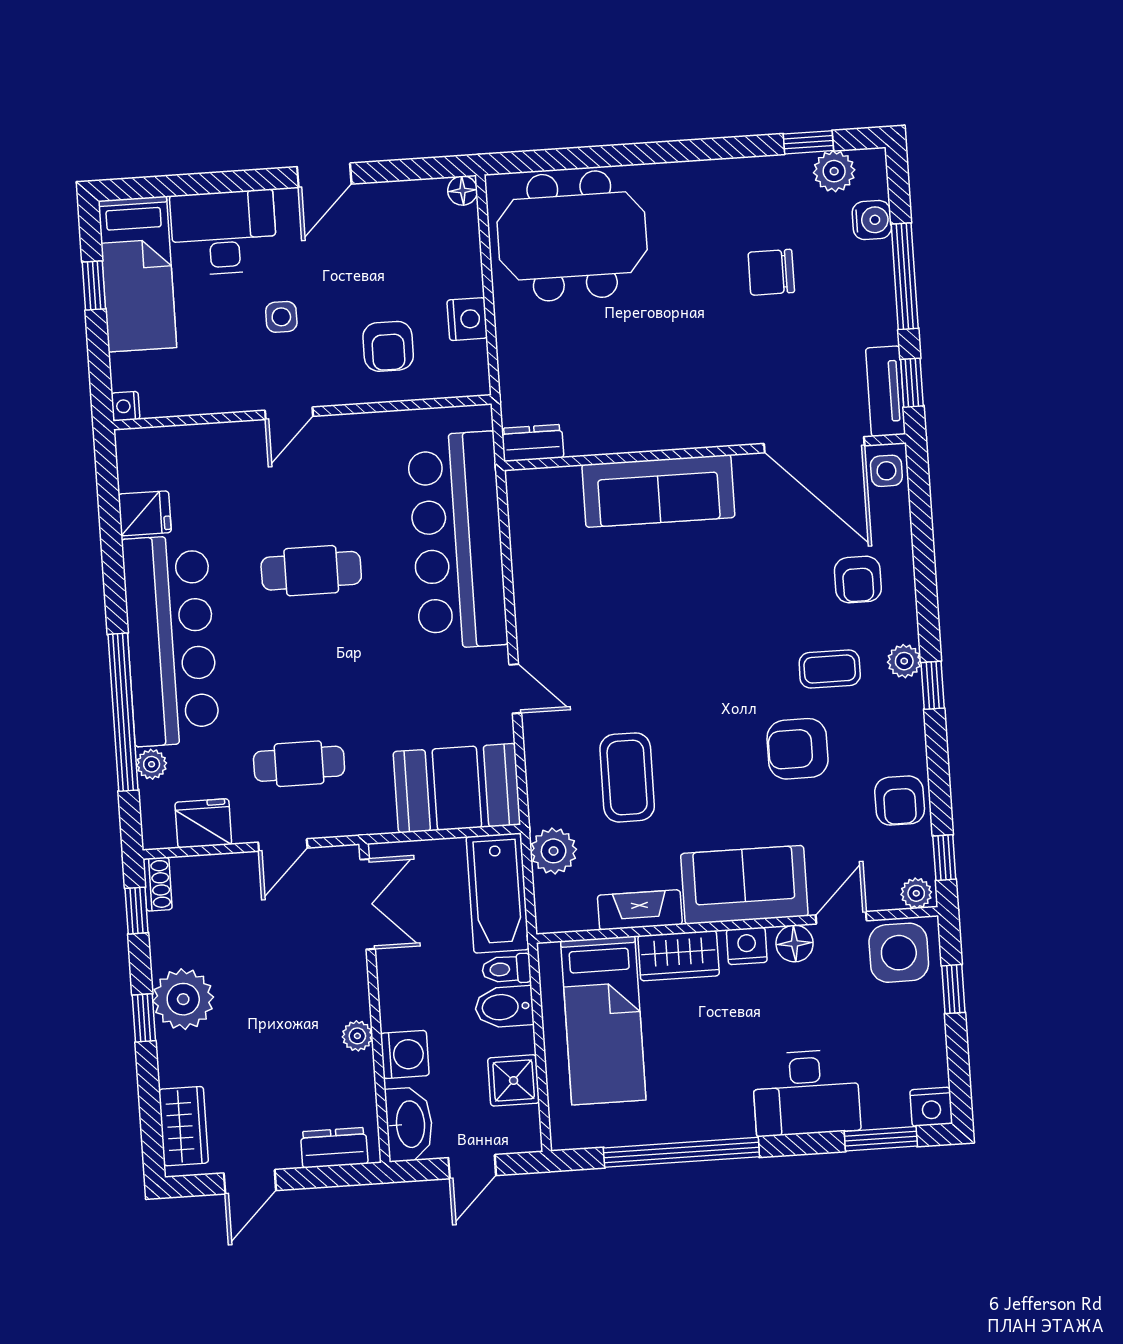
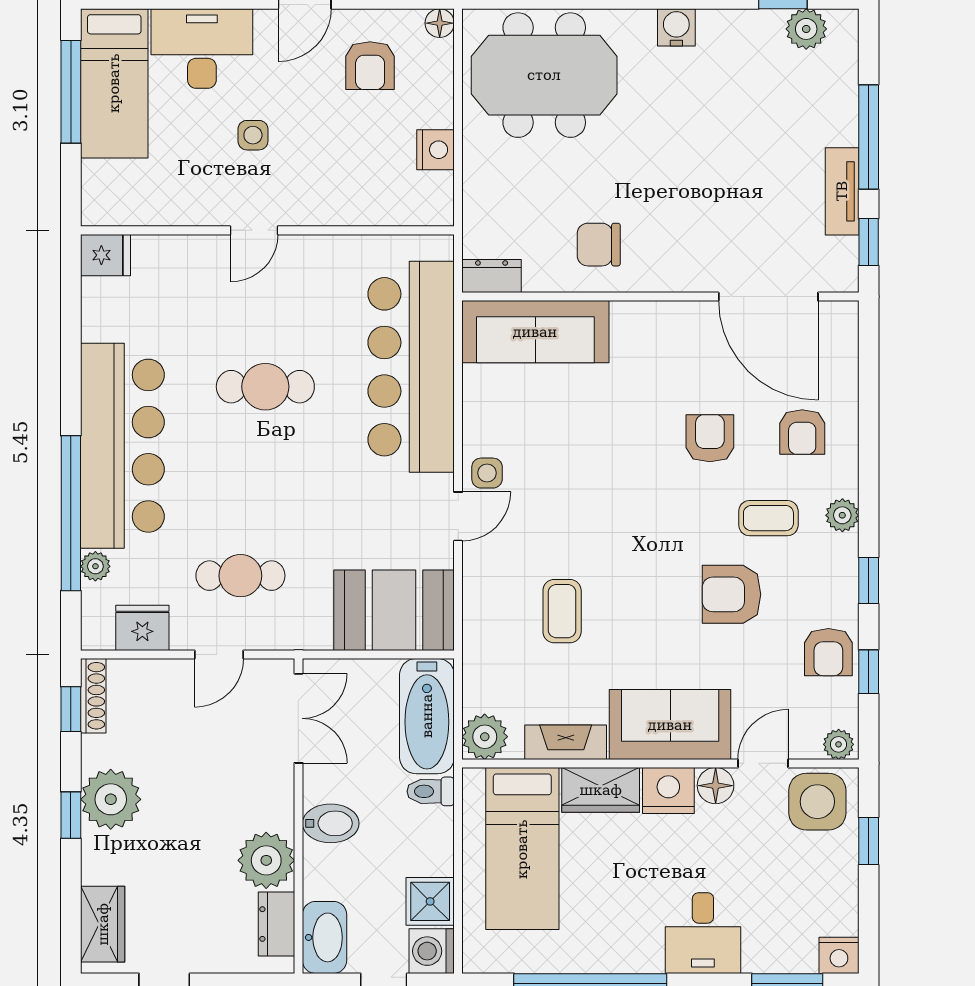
water cooler: (872, 220) -> (676, 27), moved, turned -90
chair: (771, 272) -> (599, 245), moved
window: (94, 285) -> (71, 92), width x2.17
armchair: (388, 346) -> (370, 66), moved
tv unit: (886, 391) -> (842, 191), moved
nightstand: (126, 406) -> (94, 212), removed
side table: (886, 471) -> (487, 473), moved
sofa: (658, 491) -> (535, 332), moved
fridge: (145, 513) -> (105, 255), moved
armchair: (765, 592) -> (710, 438), added
window: (933, 685) -> (869, 581), moved
door: (515, 689) -> (458, 516), hinge flipped
coffee table: (627, 777) -> (562, 611), width x0.73, depth x0.77
plant: (554, 851) -> (485, 737), moved
window: (944, 858) -> (869, 672), moved
shoe rack: (158, 884) -> (93, 696), width x1.43
nightstand: (747, 946) -> (668, 791), width x1.36, depth x1.33
bidet: (504, 1007) -> (331, 823), moved, turned 180
plant: (357, 1036) -> (266, 860), width x1.88, depth x1.88
washing machine: (405, 1054) -> (432, 951), moved, turned 180
desk: (806, 1093) -> (703, 933), width x0.73
dresser: (334, 1148) -> (276, 924), moved, turned -90

